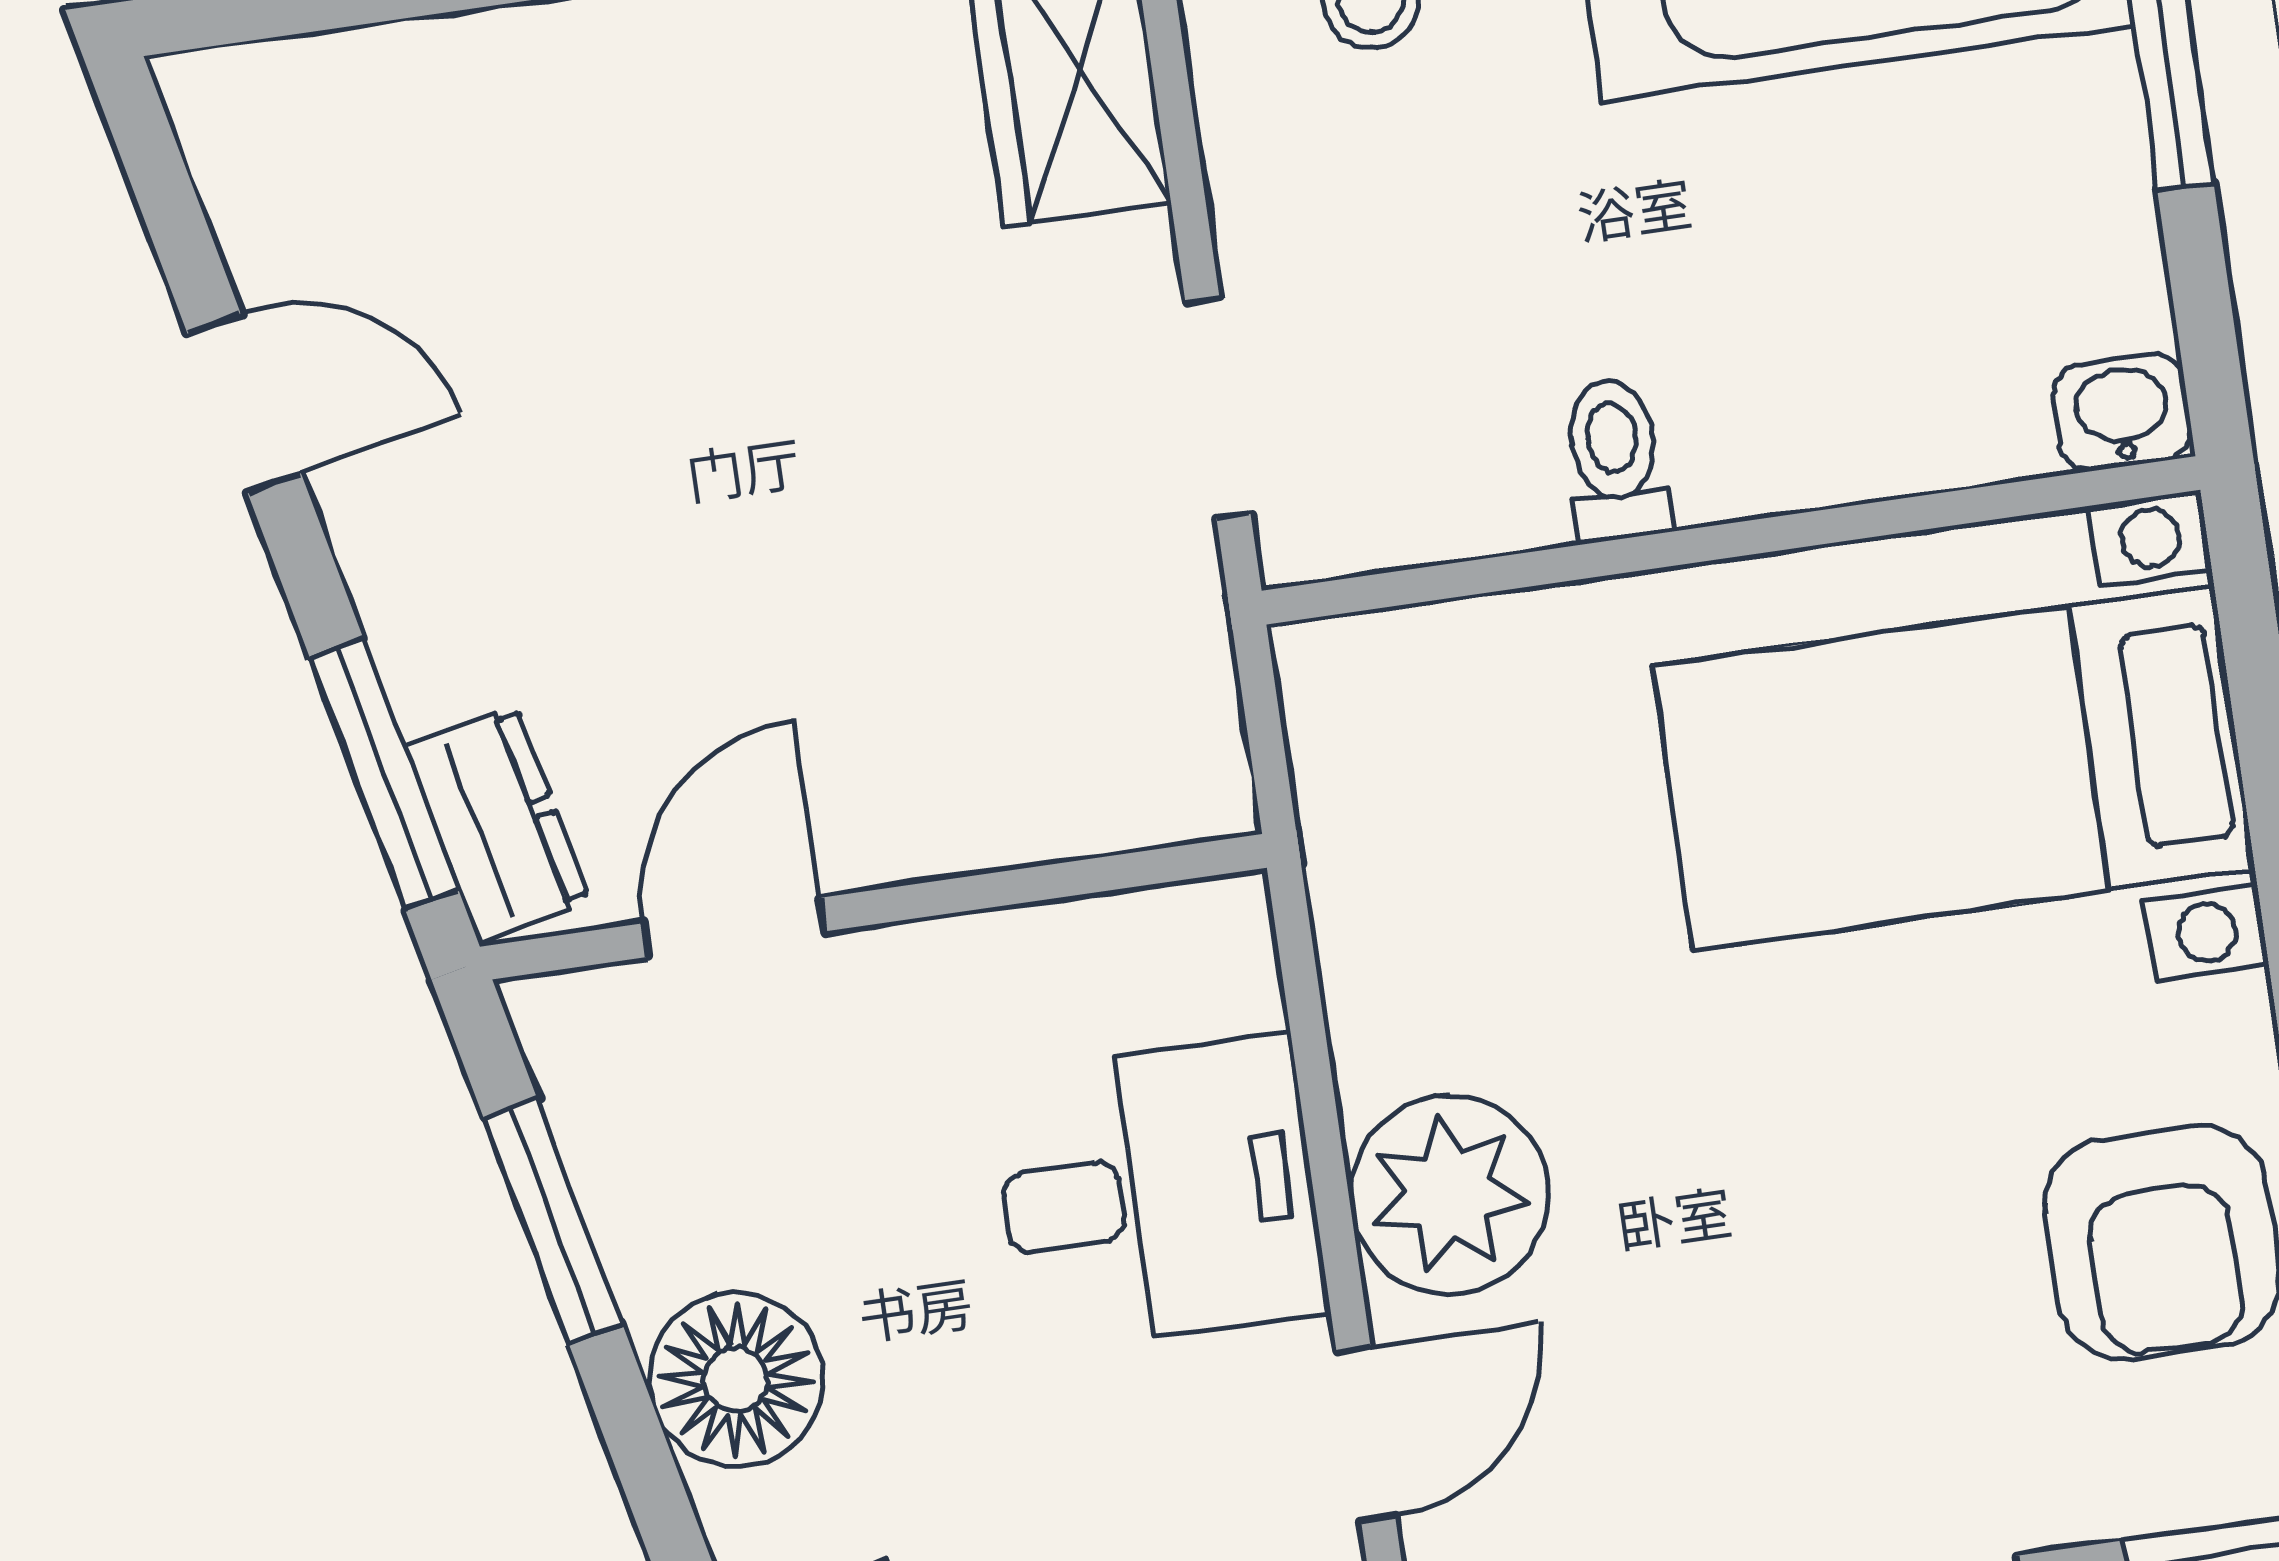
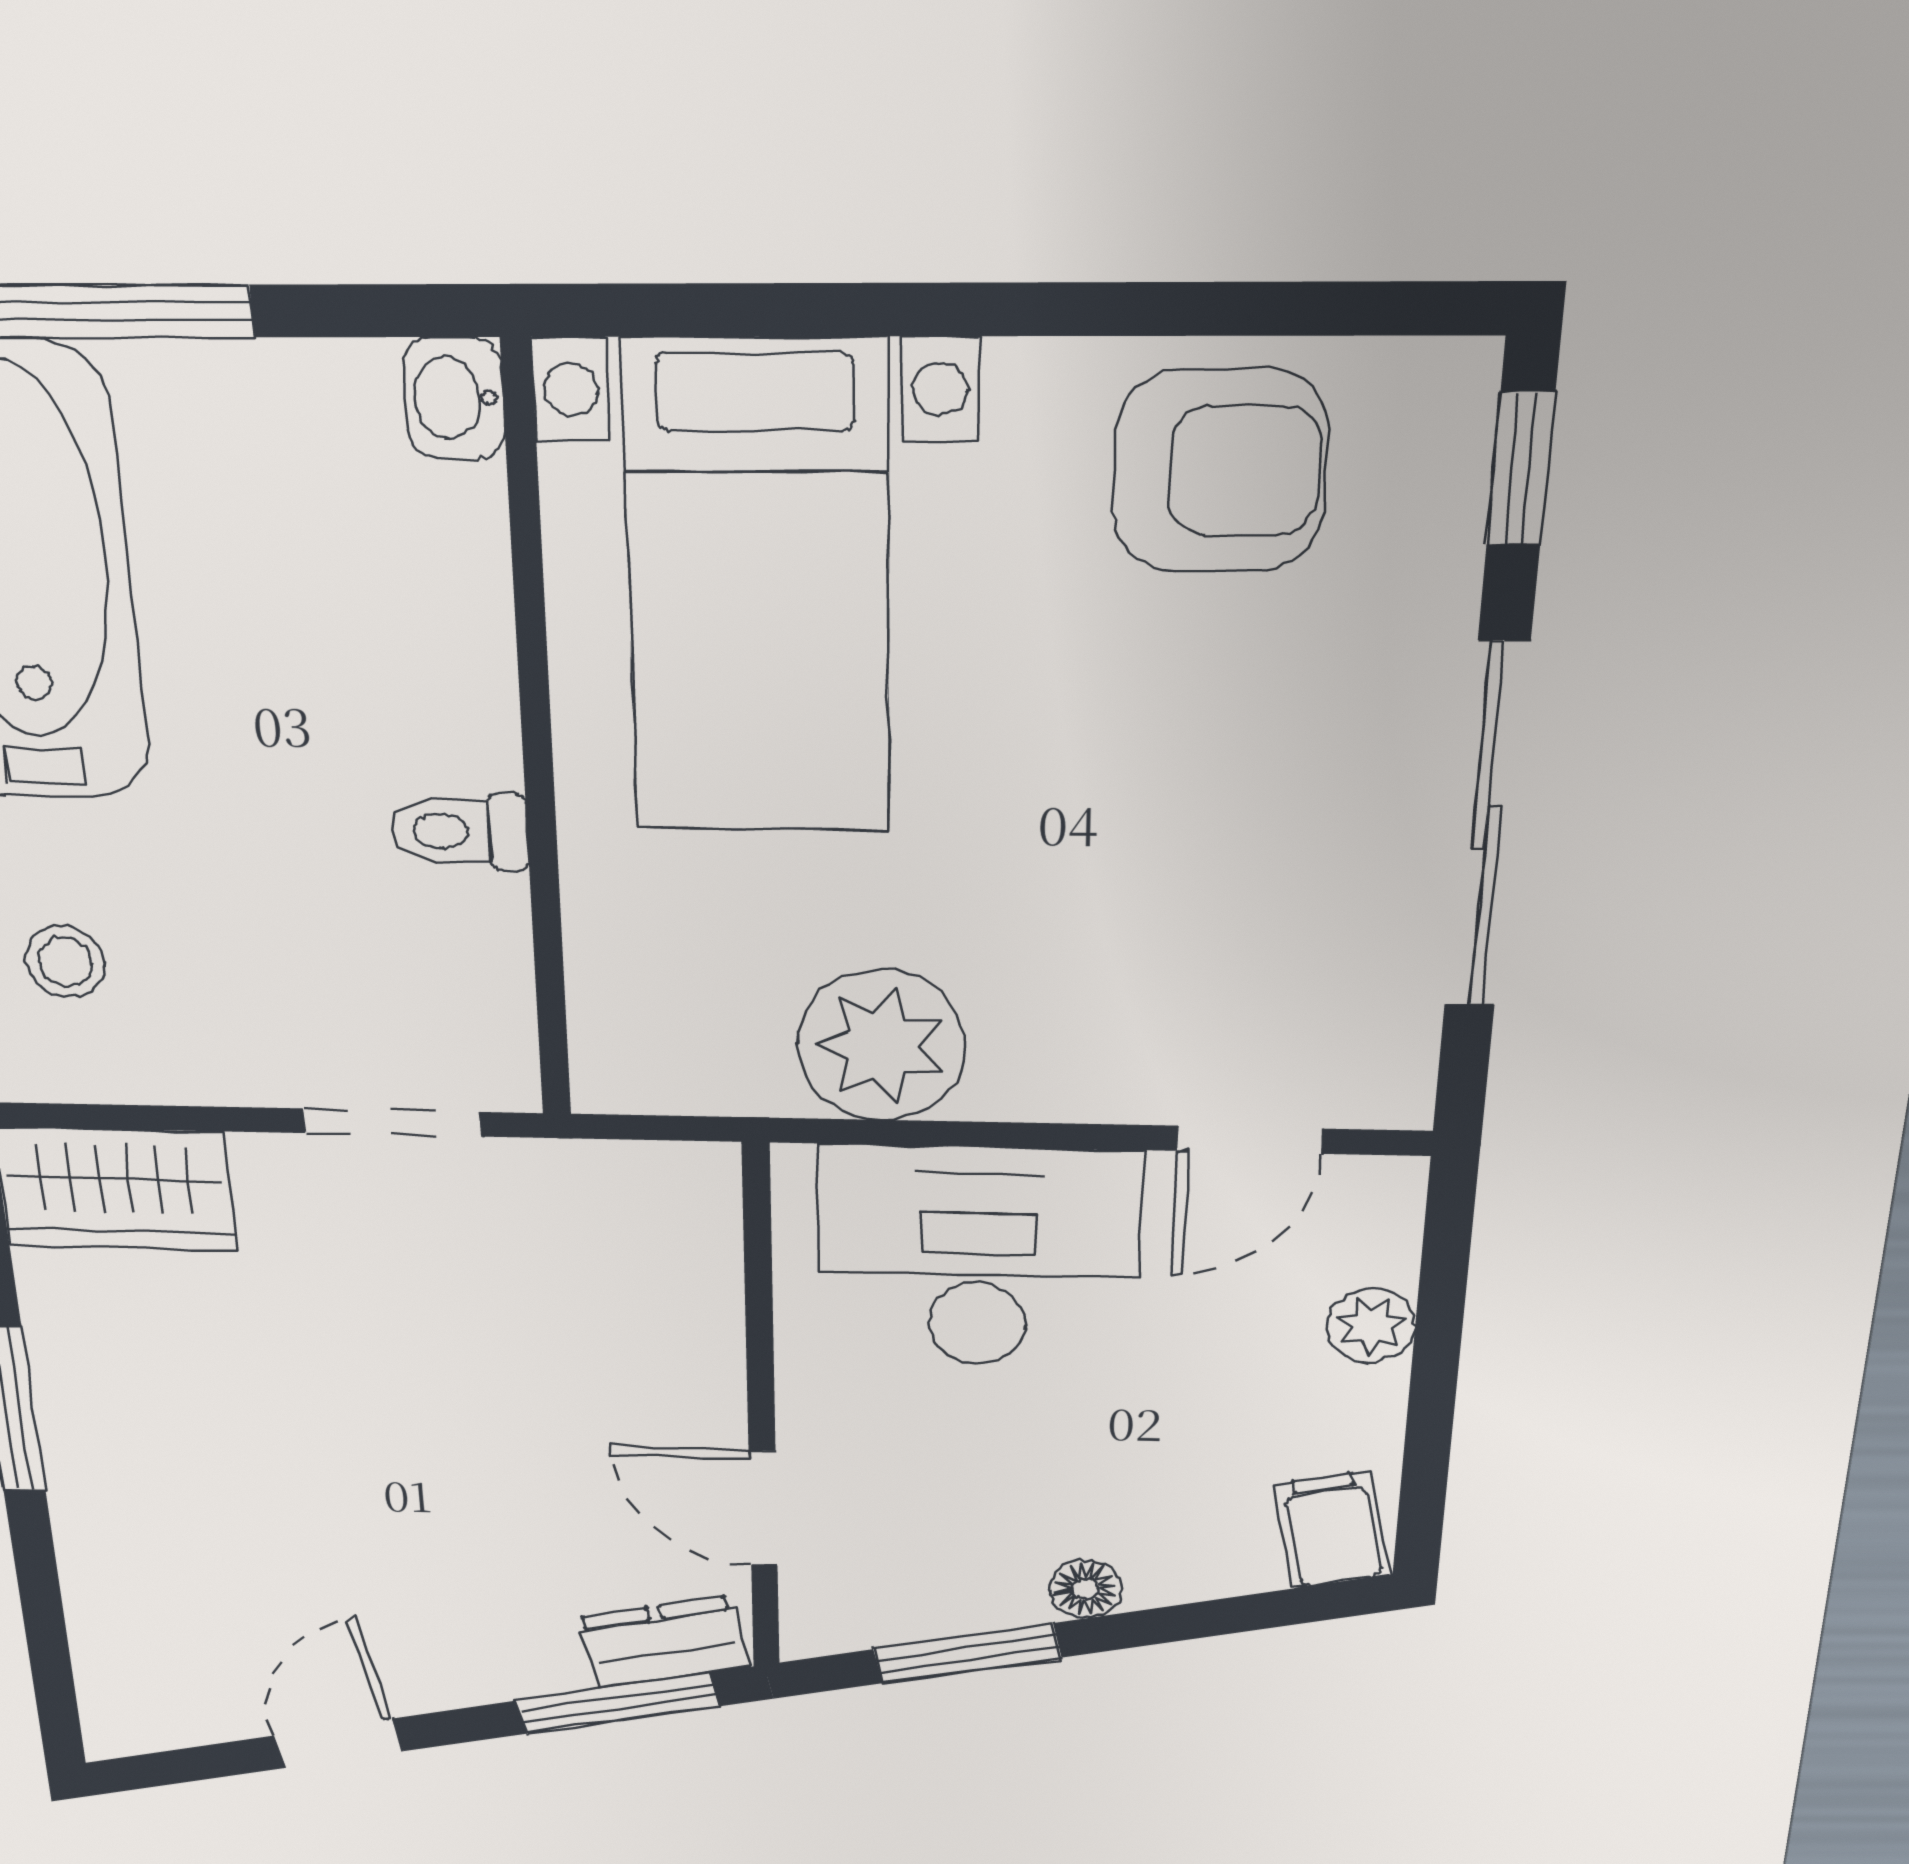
desk: (1158, 1194) -> (978, 1257), width x1.37
plant: (1449, 1195) -> (881, 1046), moved
floor lamp: (736, 1379) -> (1086, 1589), width x0.53, depth x0.53
door: (1366, 1433) -> (1250, 1140), swing flipped

